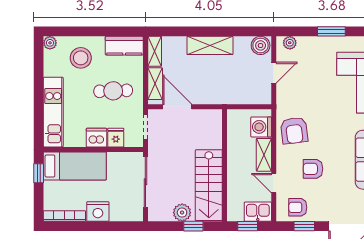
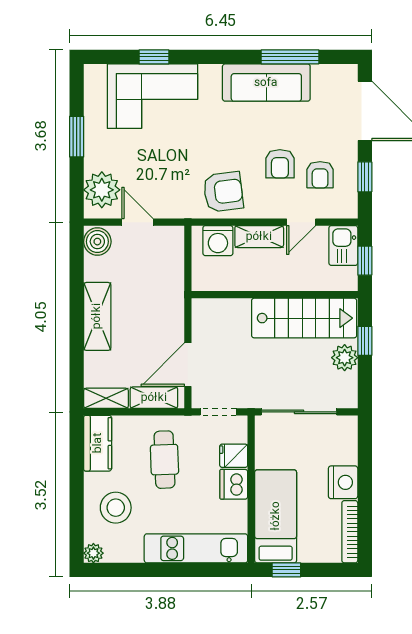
plant: (290, 43) -> (102, 190), width x1.88, depth x1.88
armchair: (298, 207) -> (320, 175), moved

